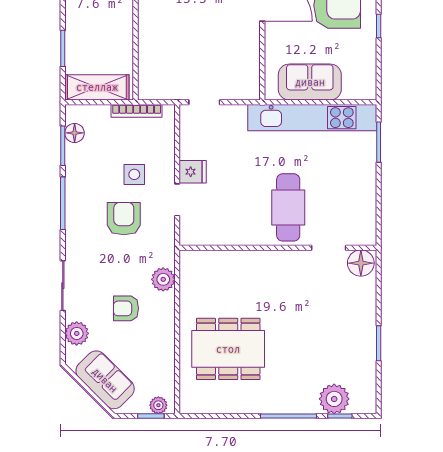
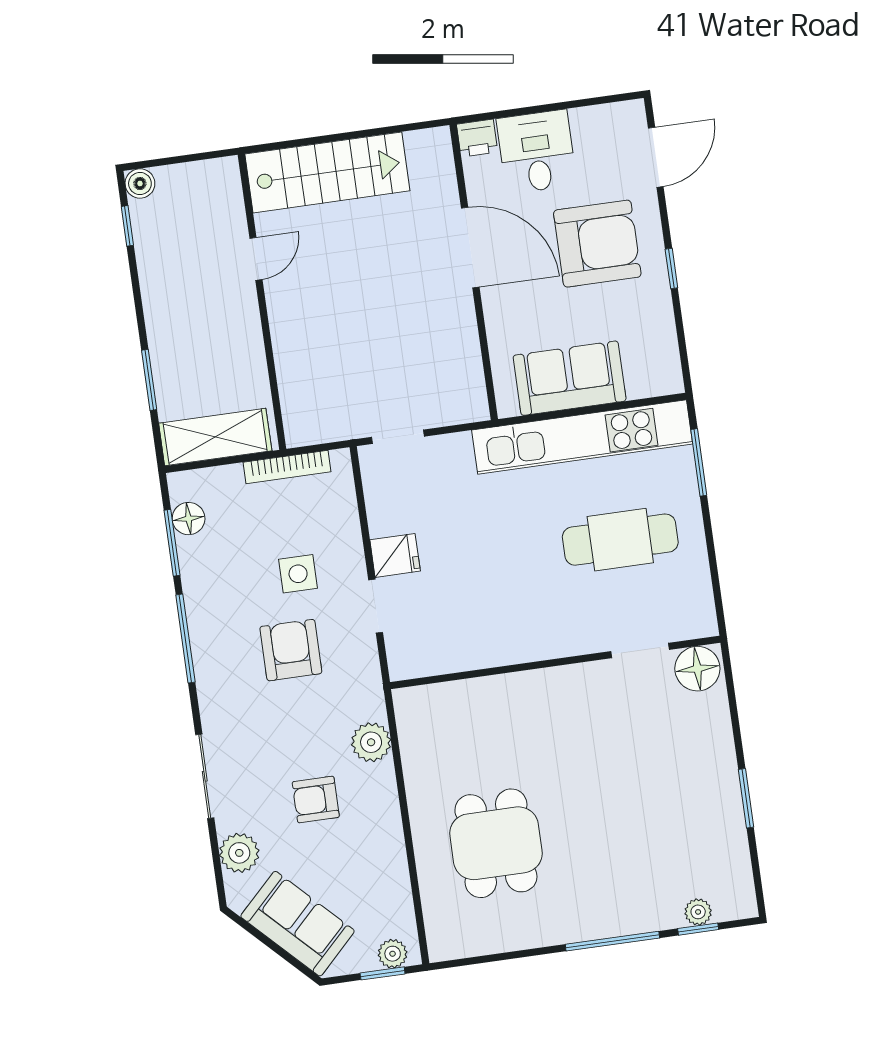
cafe table: (288, 207) -> (620, 540), moved, turned 90
dining table: (228, 349) -> (496, 843), width x0.73
plant: (334, 399) -> (698, 912), width x0.53, depth x0.53

